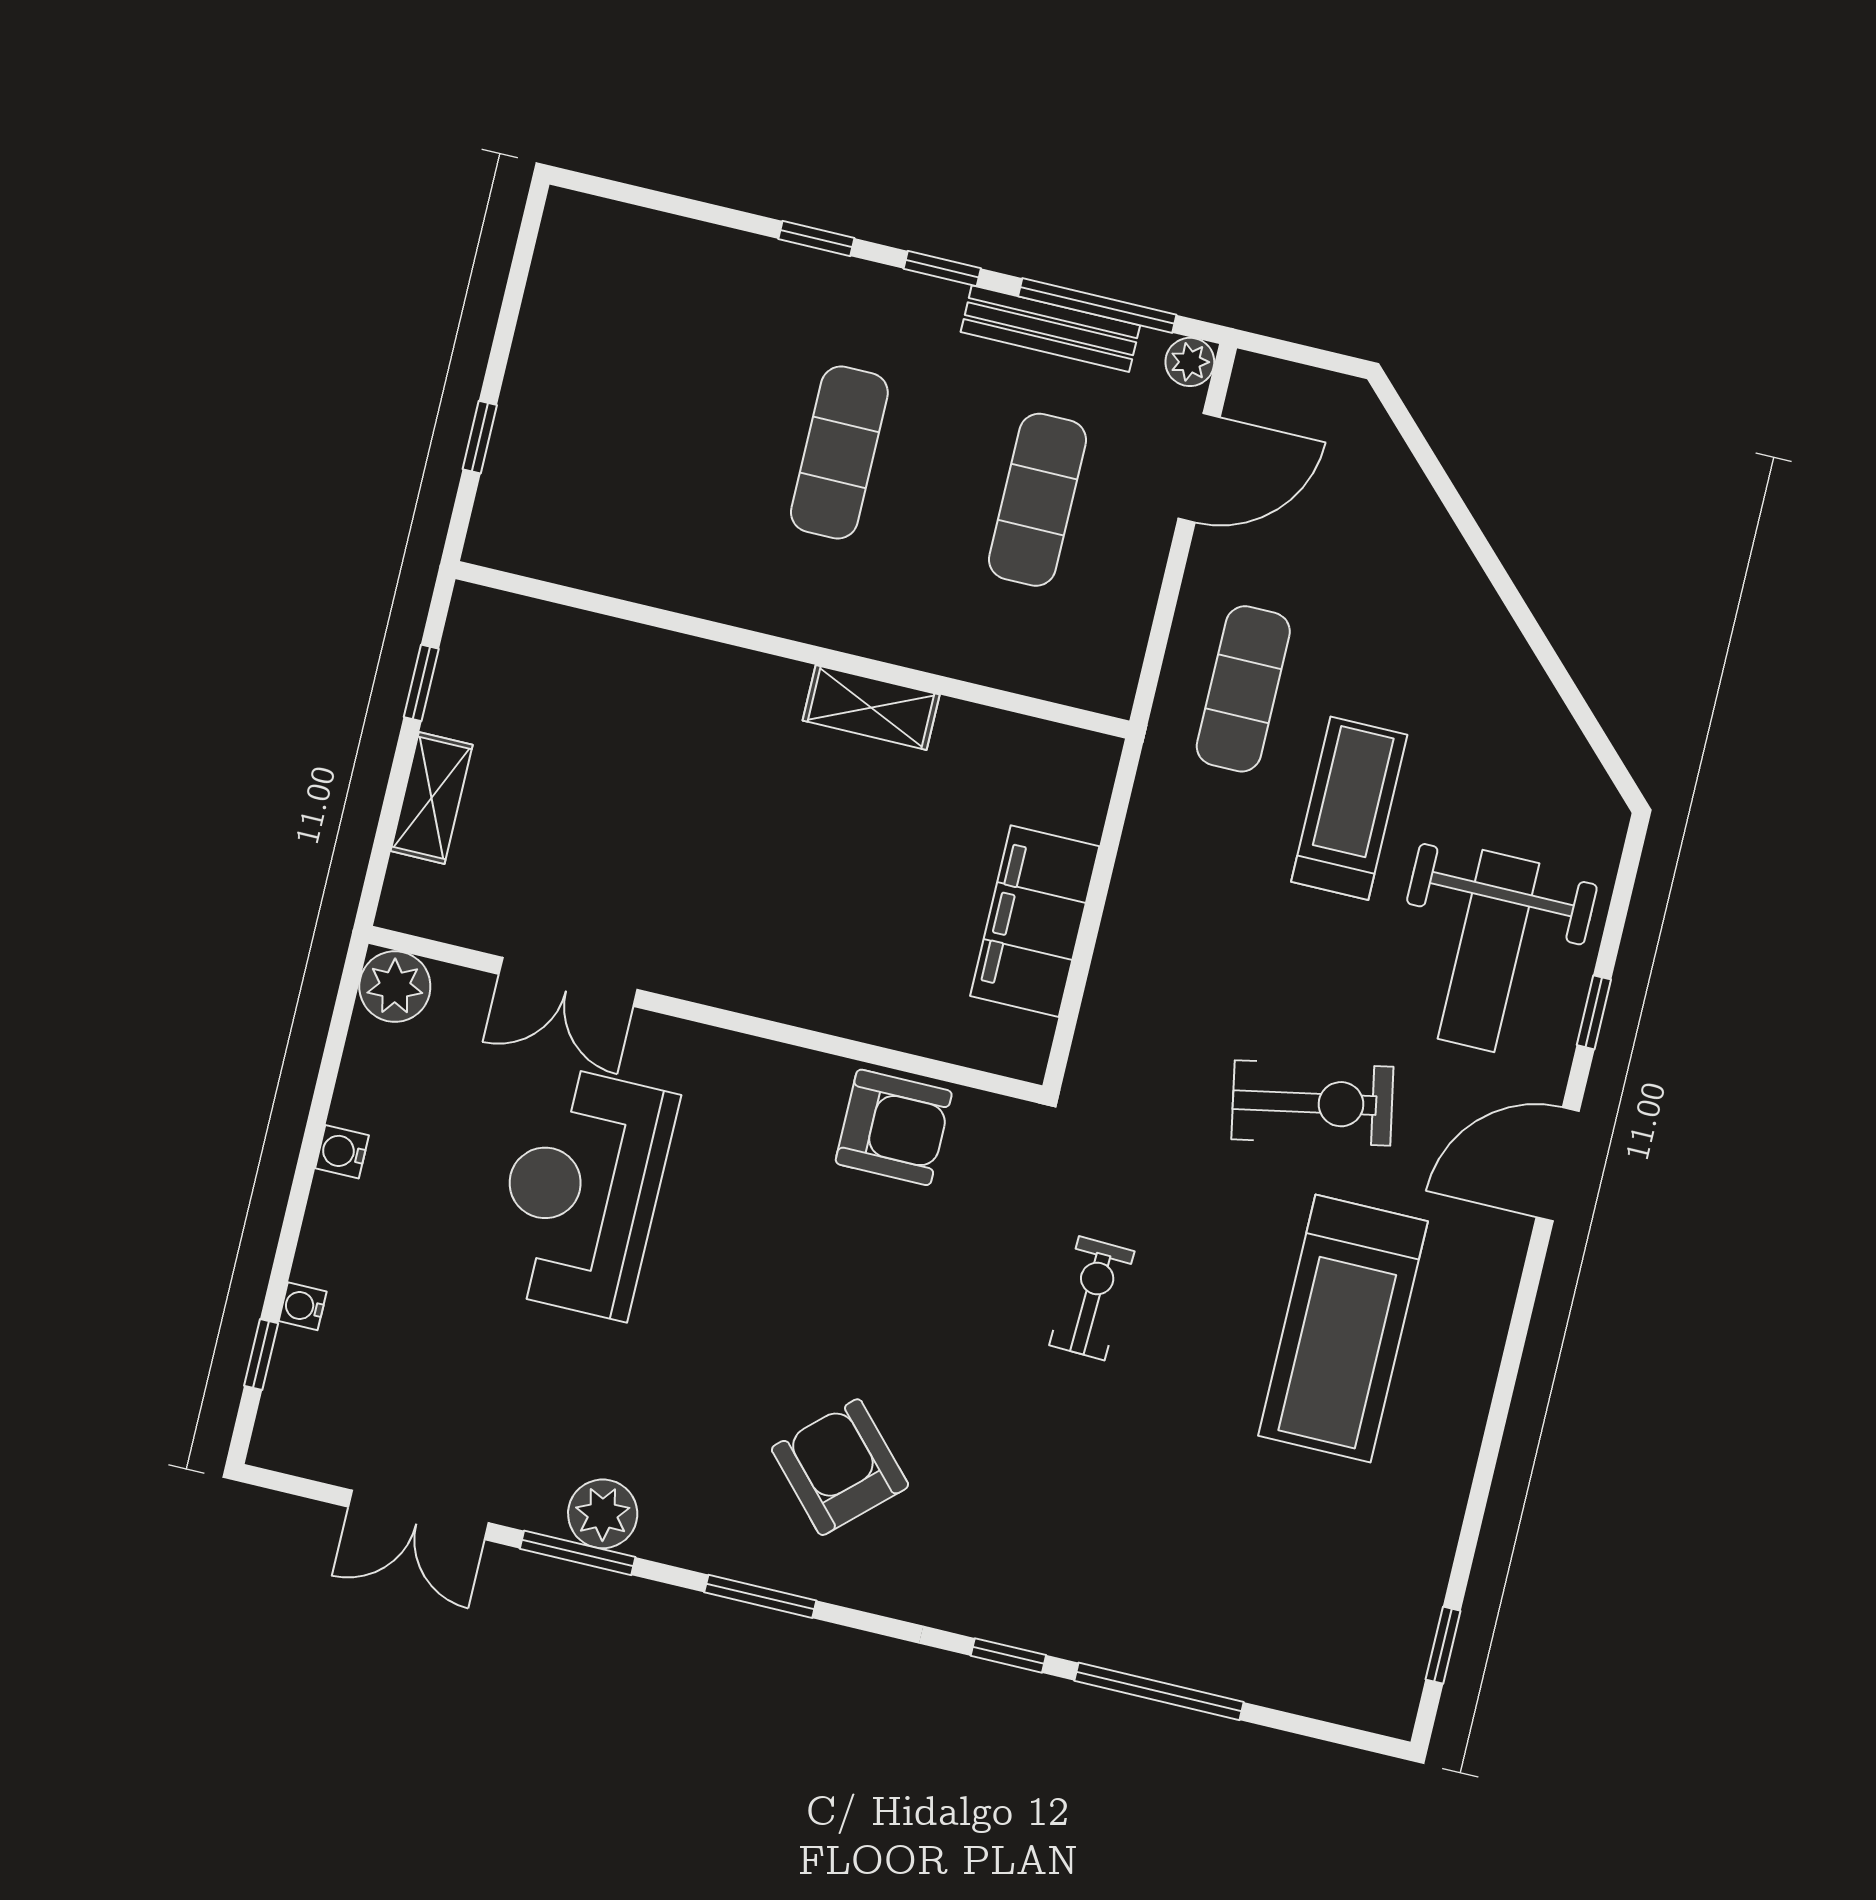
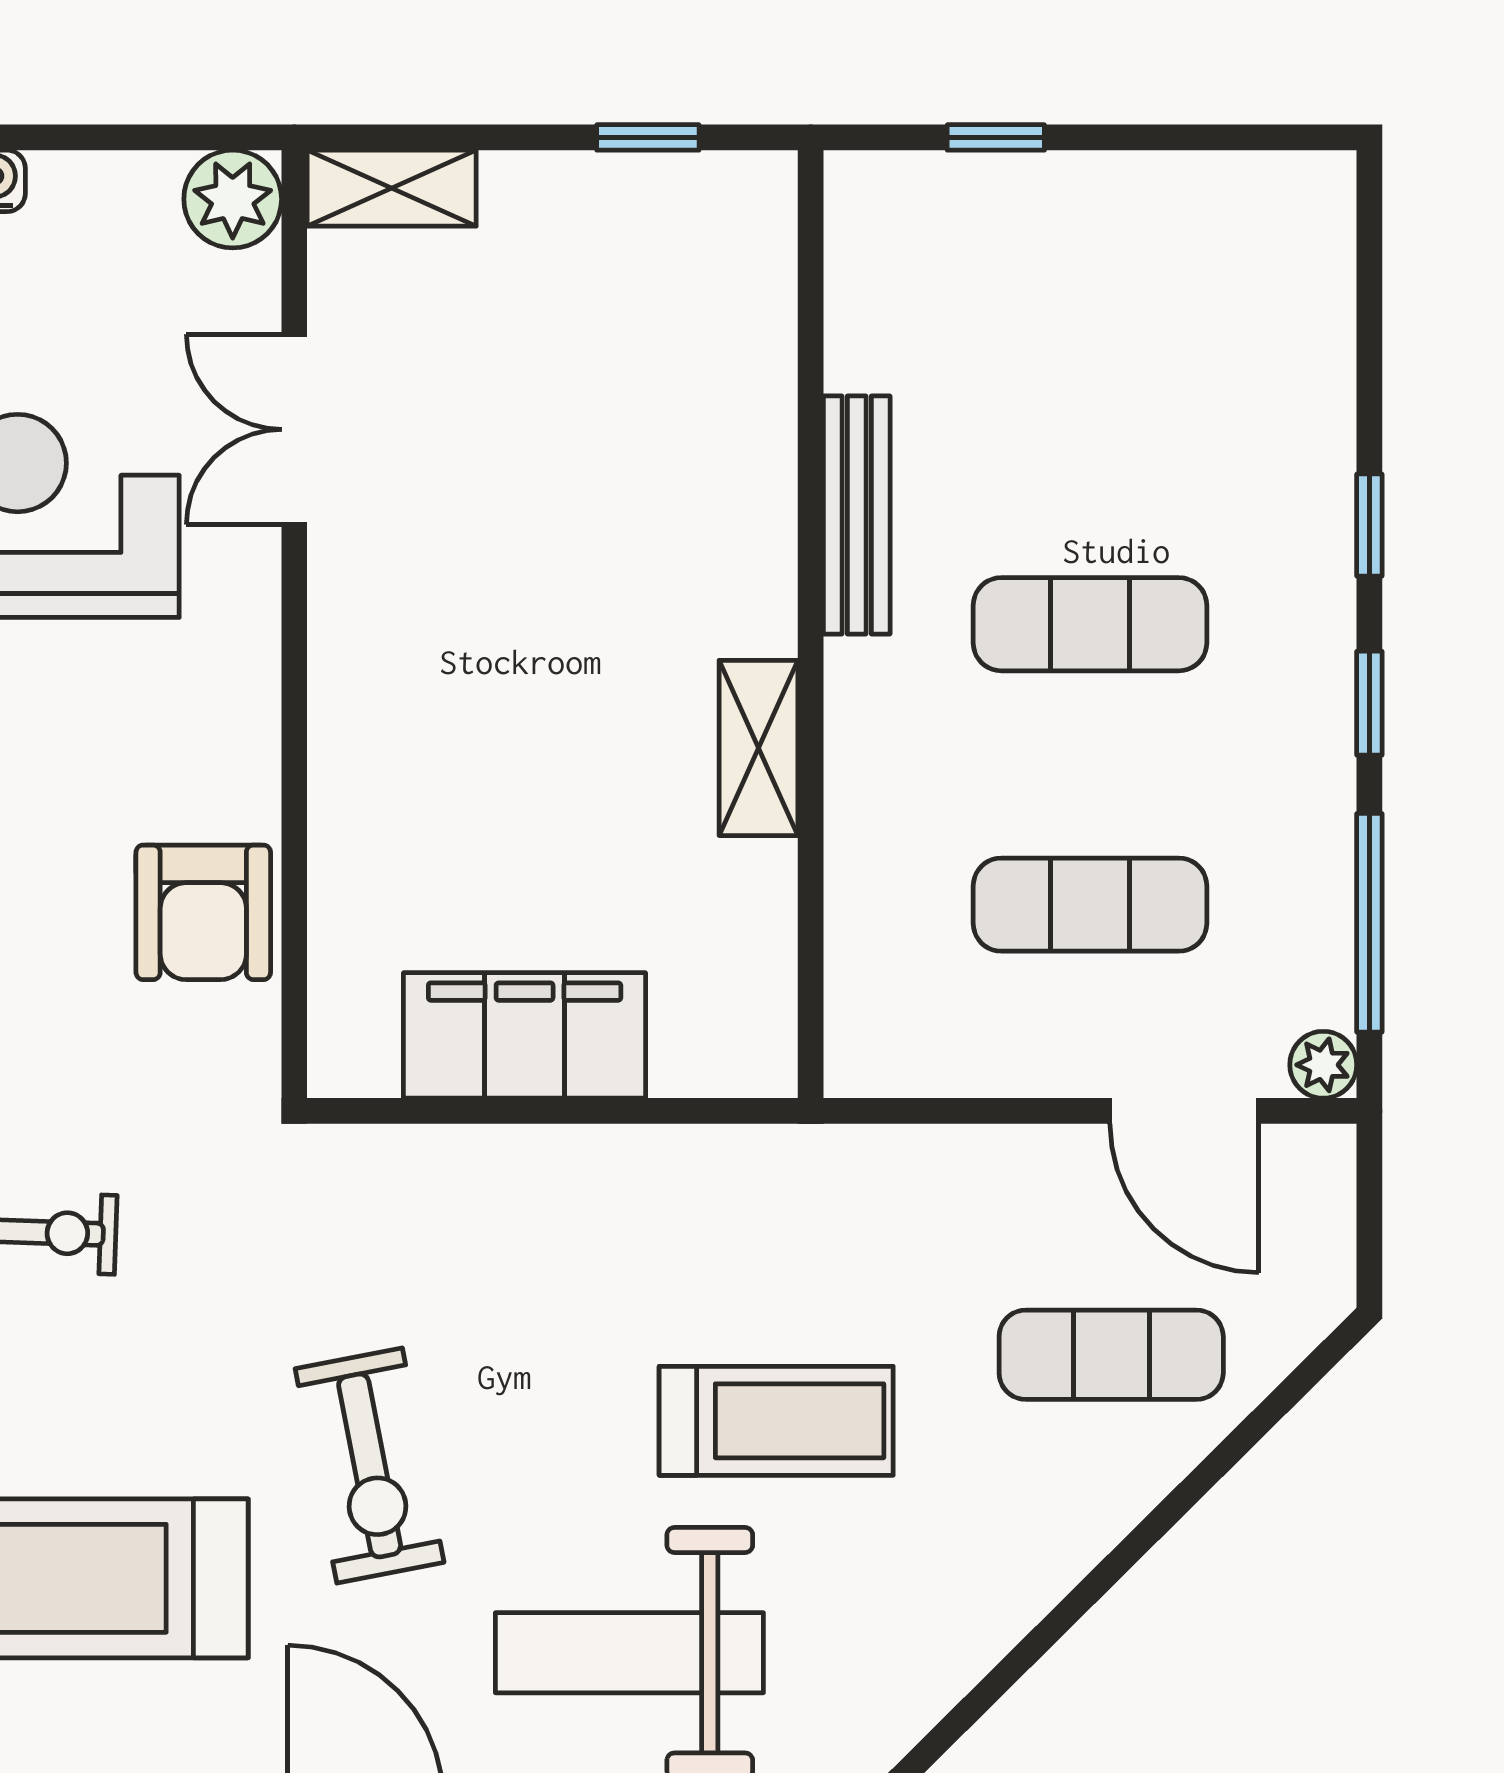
bench: (1050, 329) -> (857, 515), moved
exercise mat: (1243, 689) -> (1111, 1355), moved
shelving: (432, 798) -> (392, 188), moved

